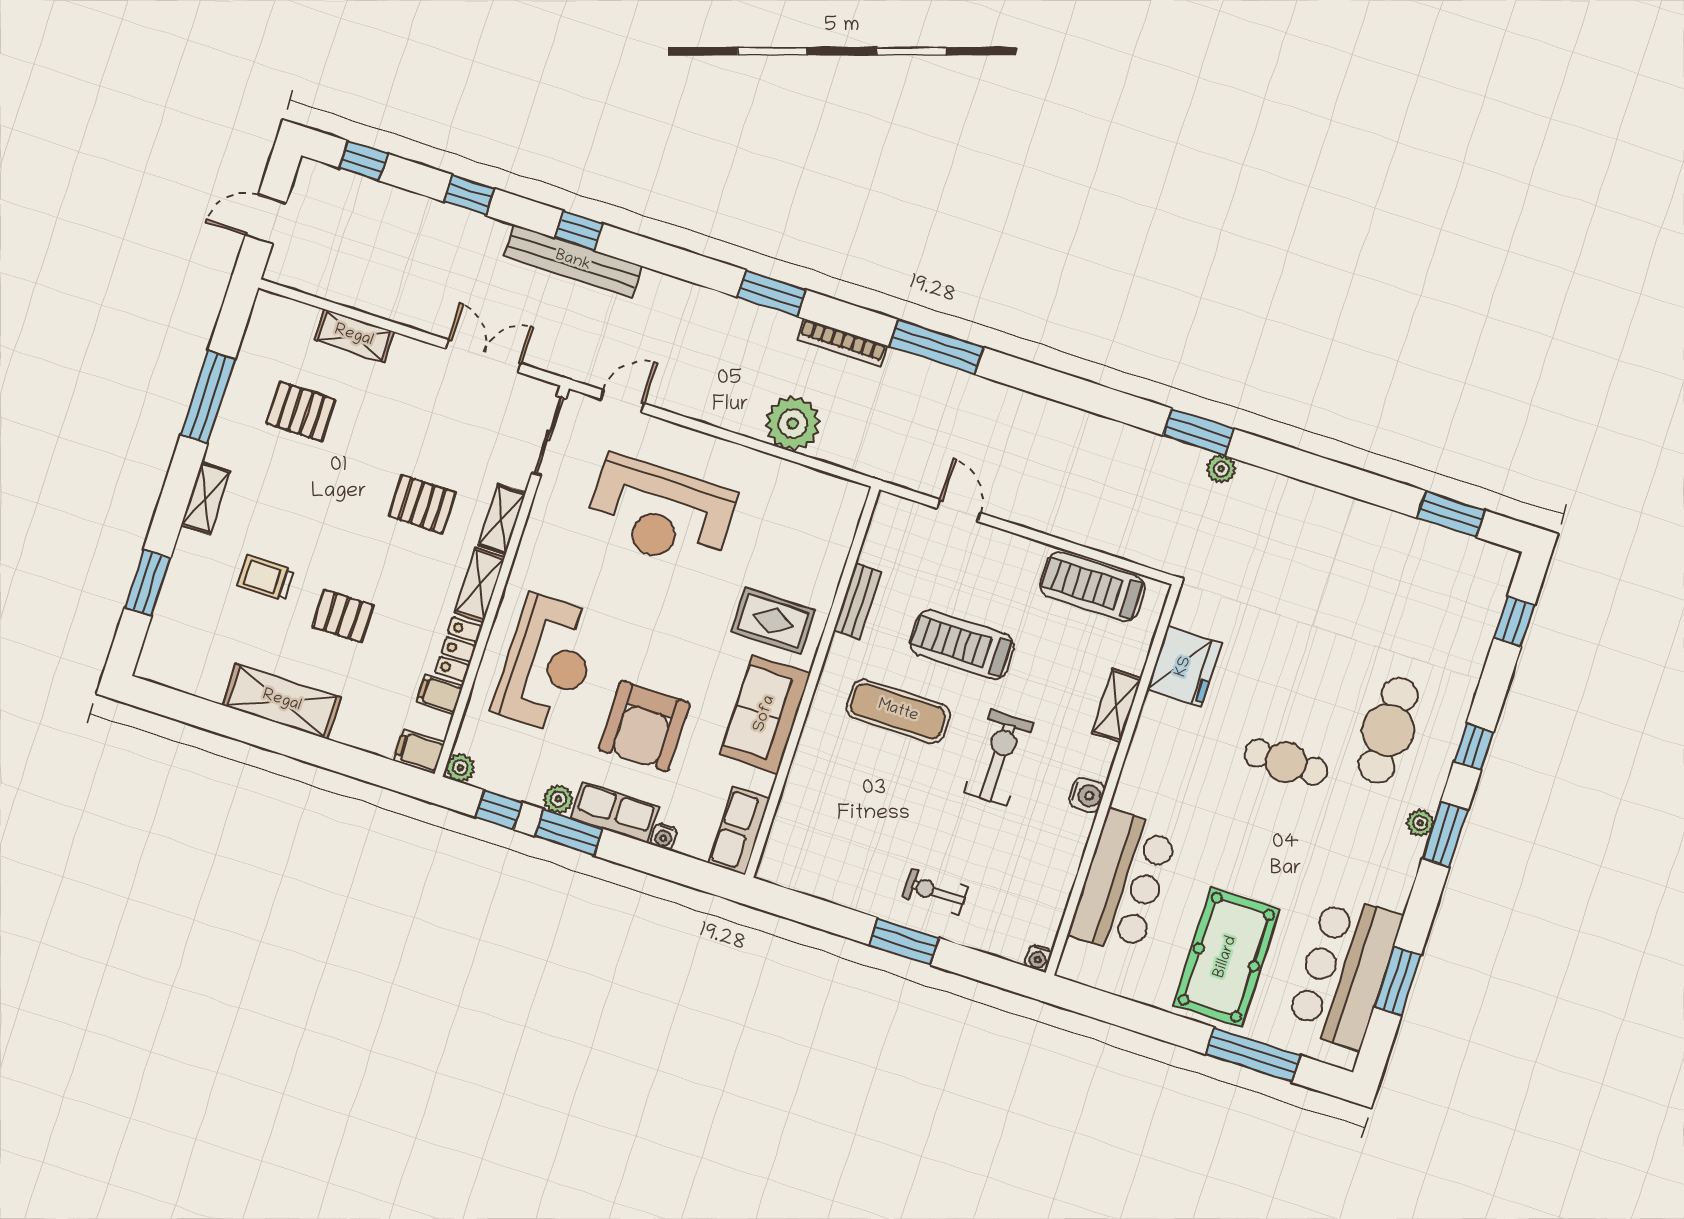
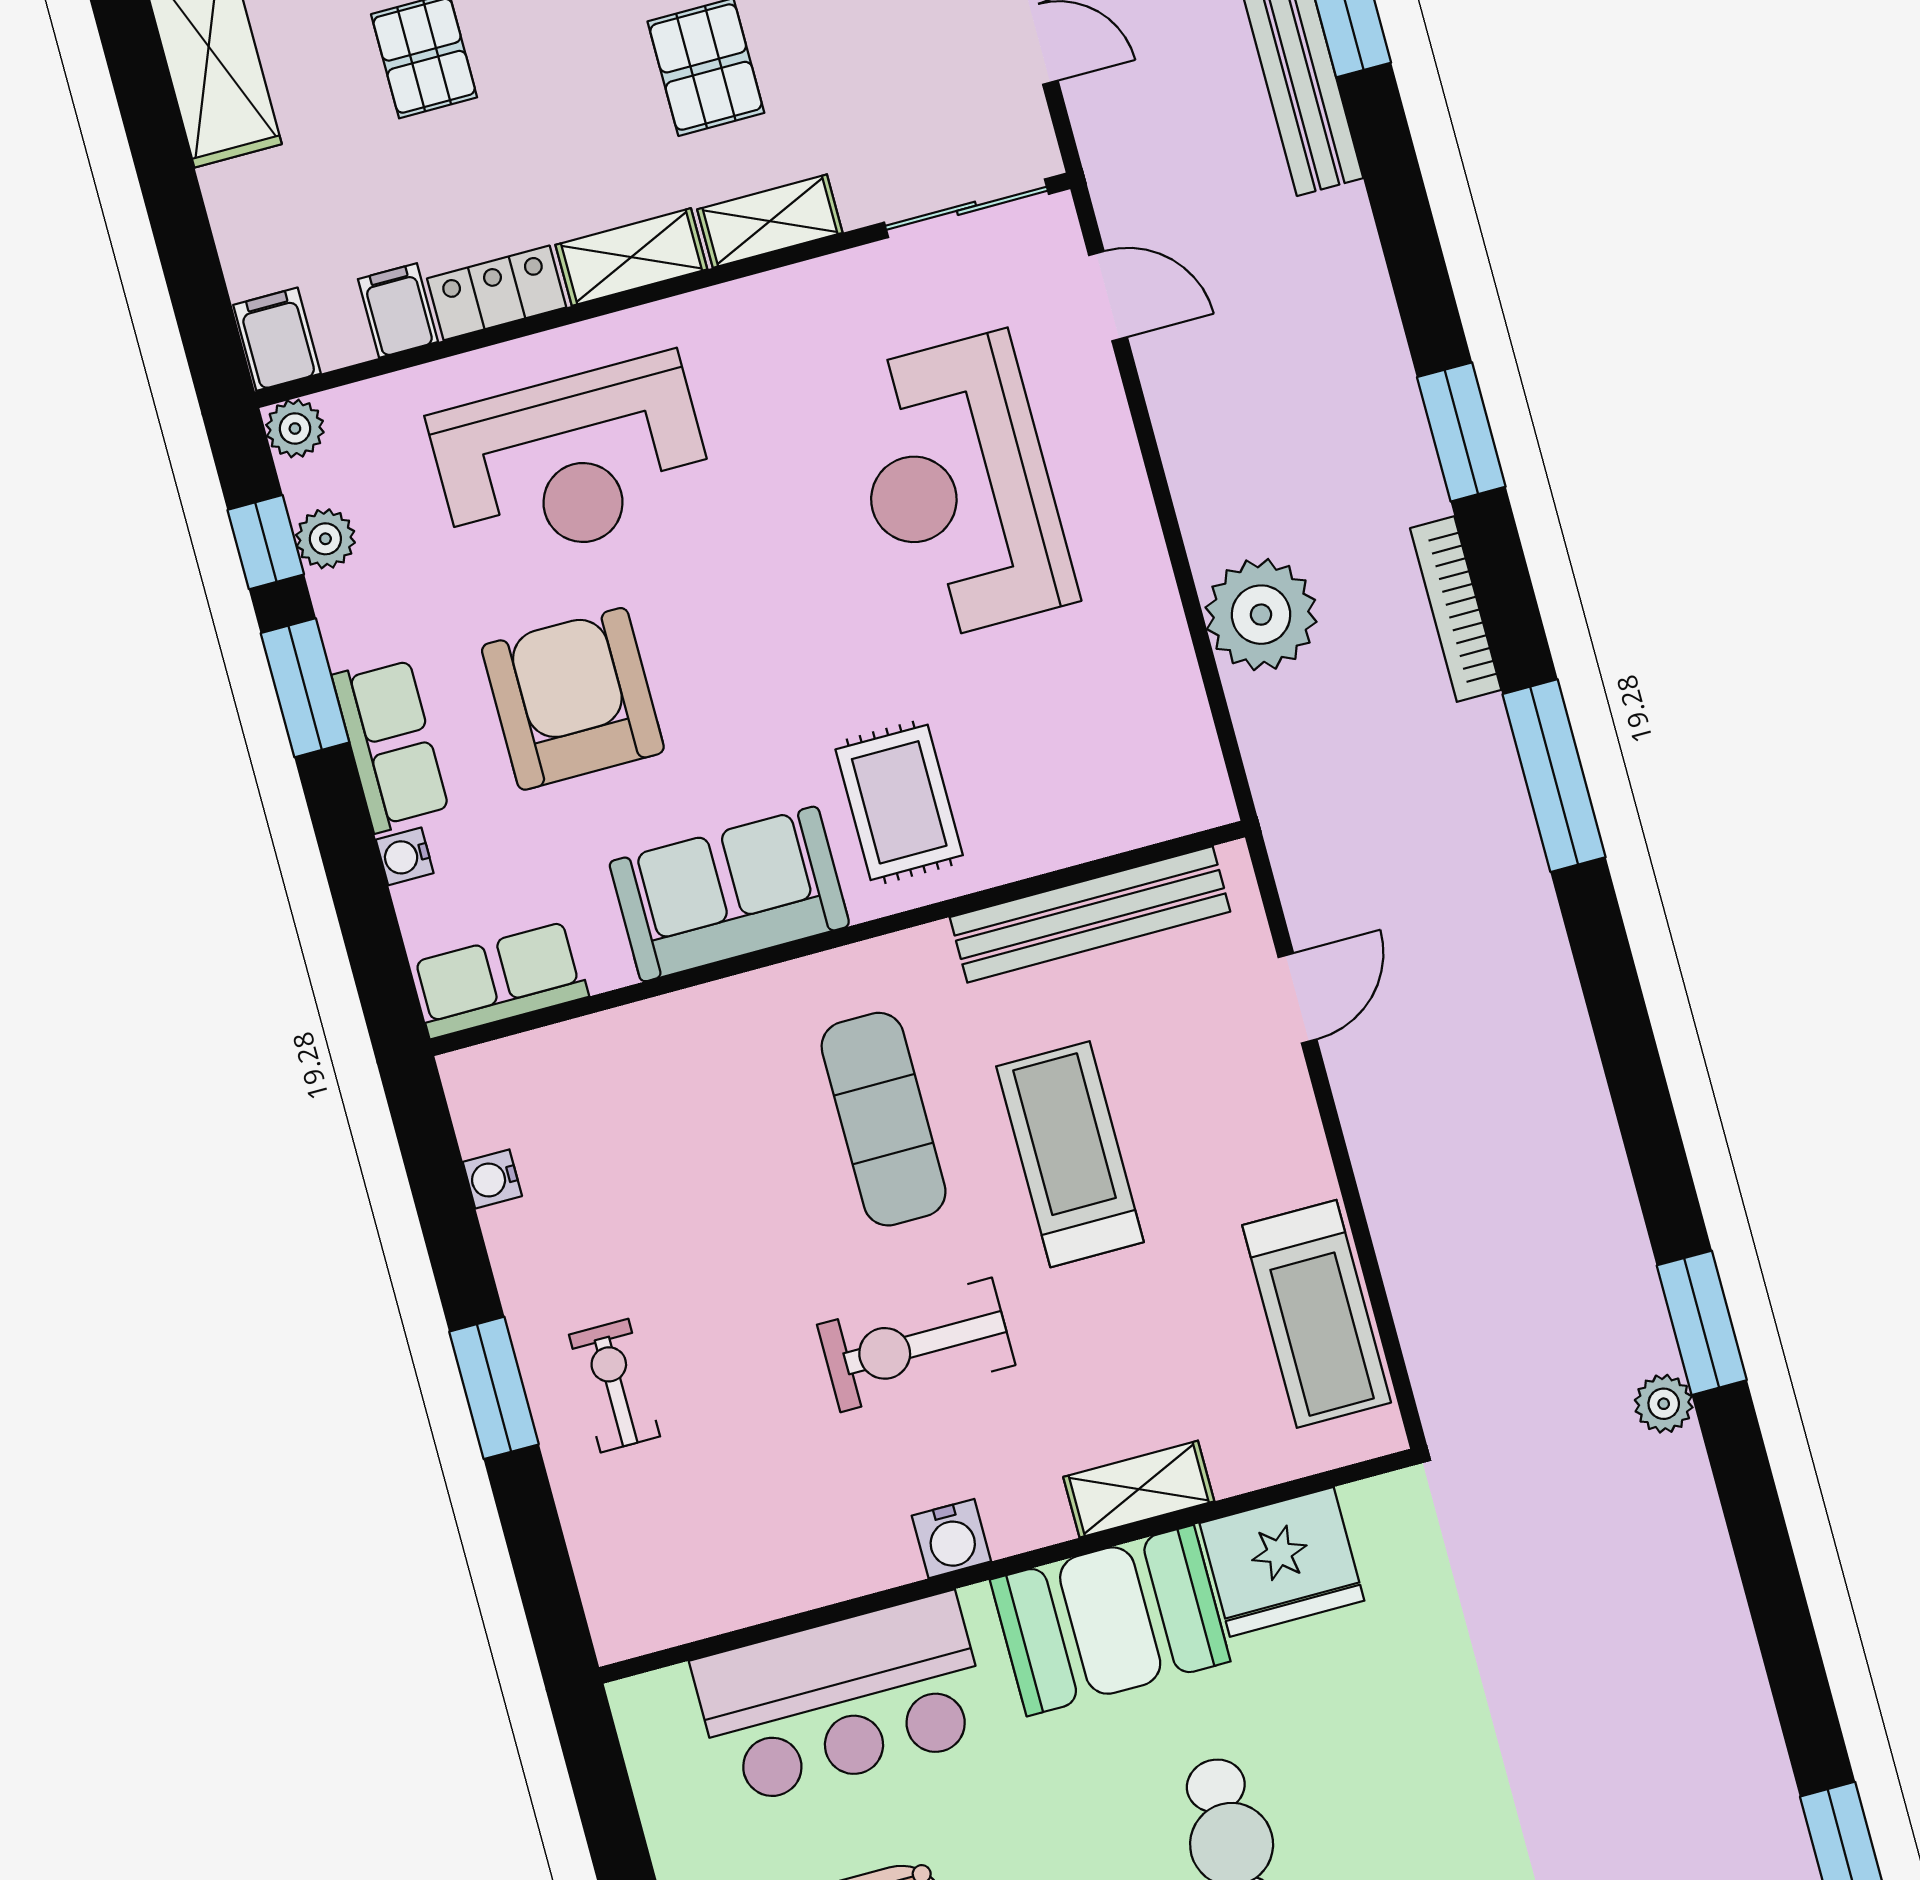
treadmill: (1092, 587) -> (1317, 1314), turned 180
bench: (857, 601) -> (1090, 914), width x1.86, depth x1.21
armchair: (644, 726) -> (573, 699), turned 90
booth: (1163, 752) -> (1110, 1621), added
exercise bike: (999, 758) -> (916, 1345), turned 180
plant: (558, 799) -> (325, 539), moved
water cooler: (1038, 958) -> (492, 1179), moved

